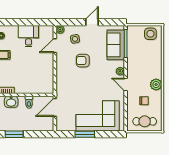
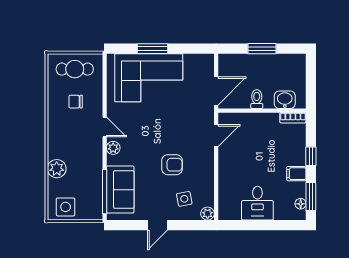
door: (55, 46) -> (216, 136), moved
plant: (156, 84) -> (57, 169), moved
window: (14, 134) -> (262, 49), moved
window: (85, 134) -> (153, 49), moved

